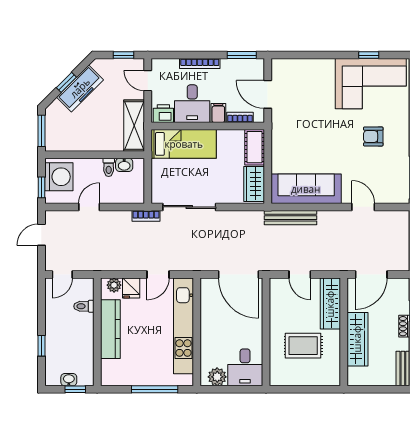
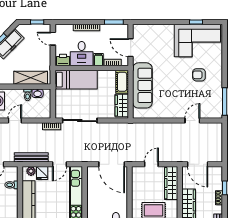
shelving: (134, 126) -> (31, 78), moved, turned 90
sofa: (306, 189) -> (142, 85), moved, turned 90
door: (363, 207) -> (192, 121), hinge flipped
bench: (290, 218) -> (31, 157), moved
door: (300, 275) -> (151, 164), swing flipped
door: (371, 275) -> (198, 164), hinge flipped

